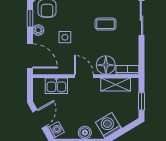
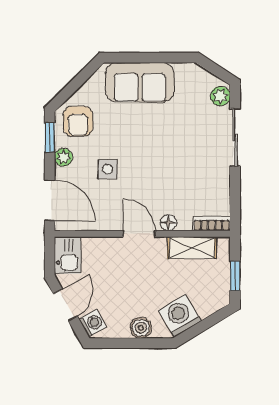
coffee table: (106, 24) -> (175, 147), removed
floor lamp: (106, 65) -> (168, 223), width x0.53, depth x0.53
kitchen sink: (56, 86) -> (68, 255), moved, turned -90

